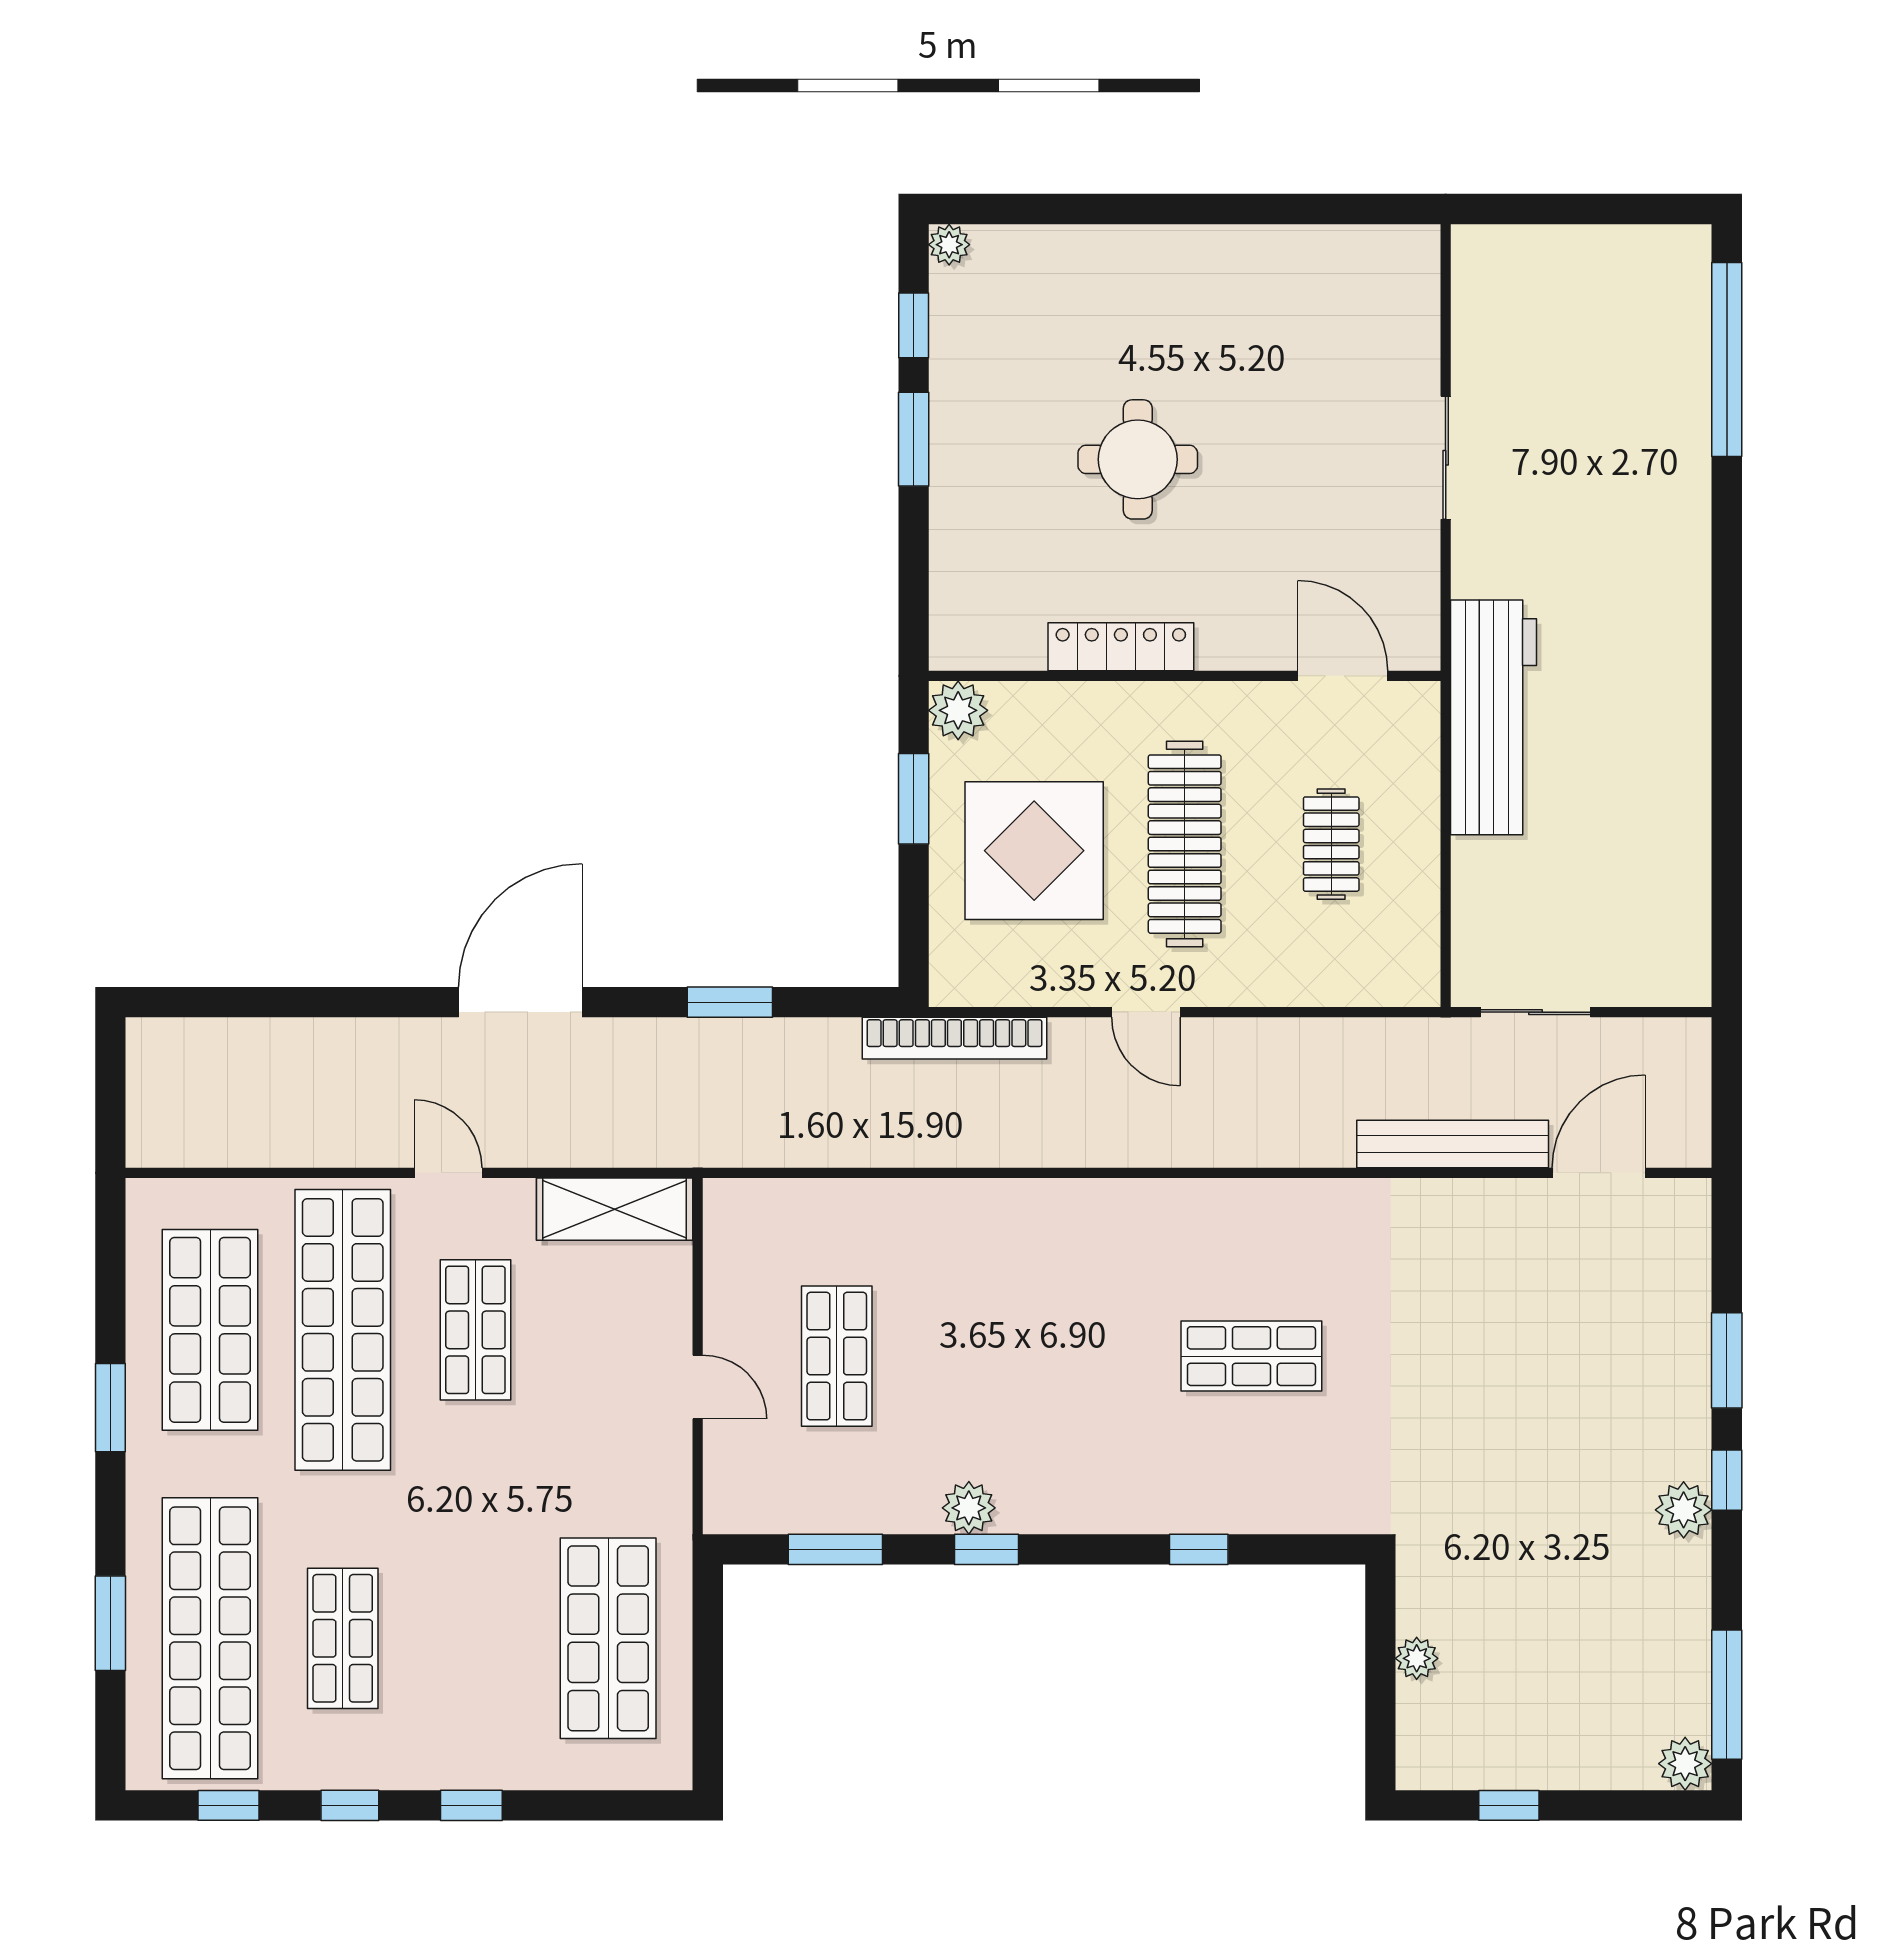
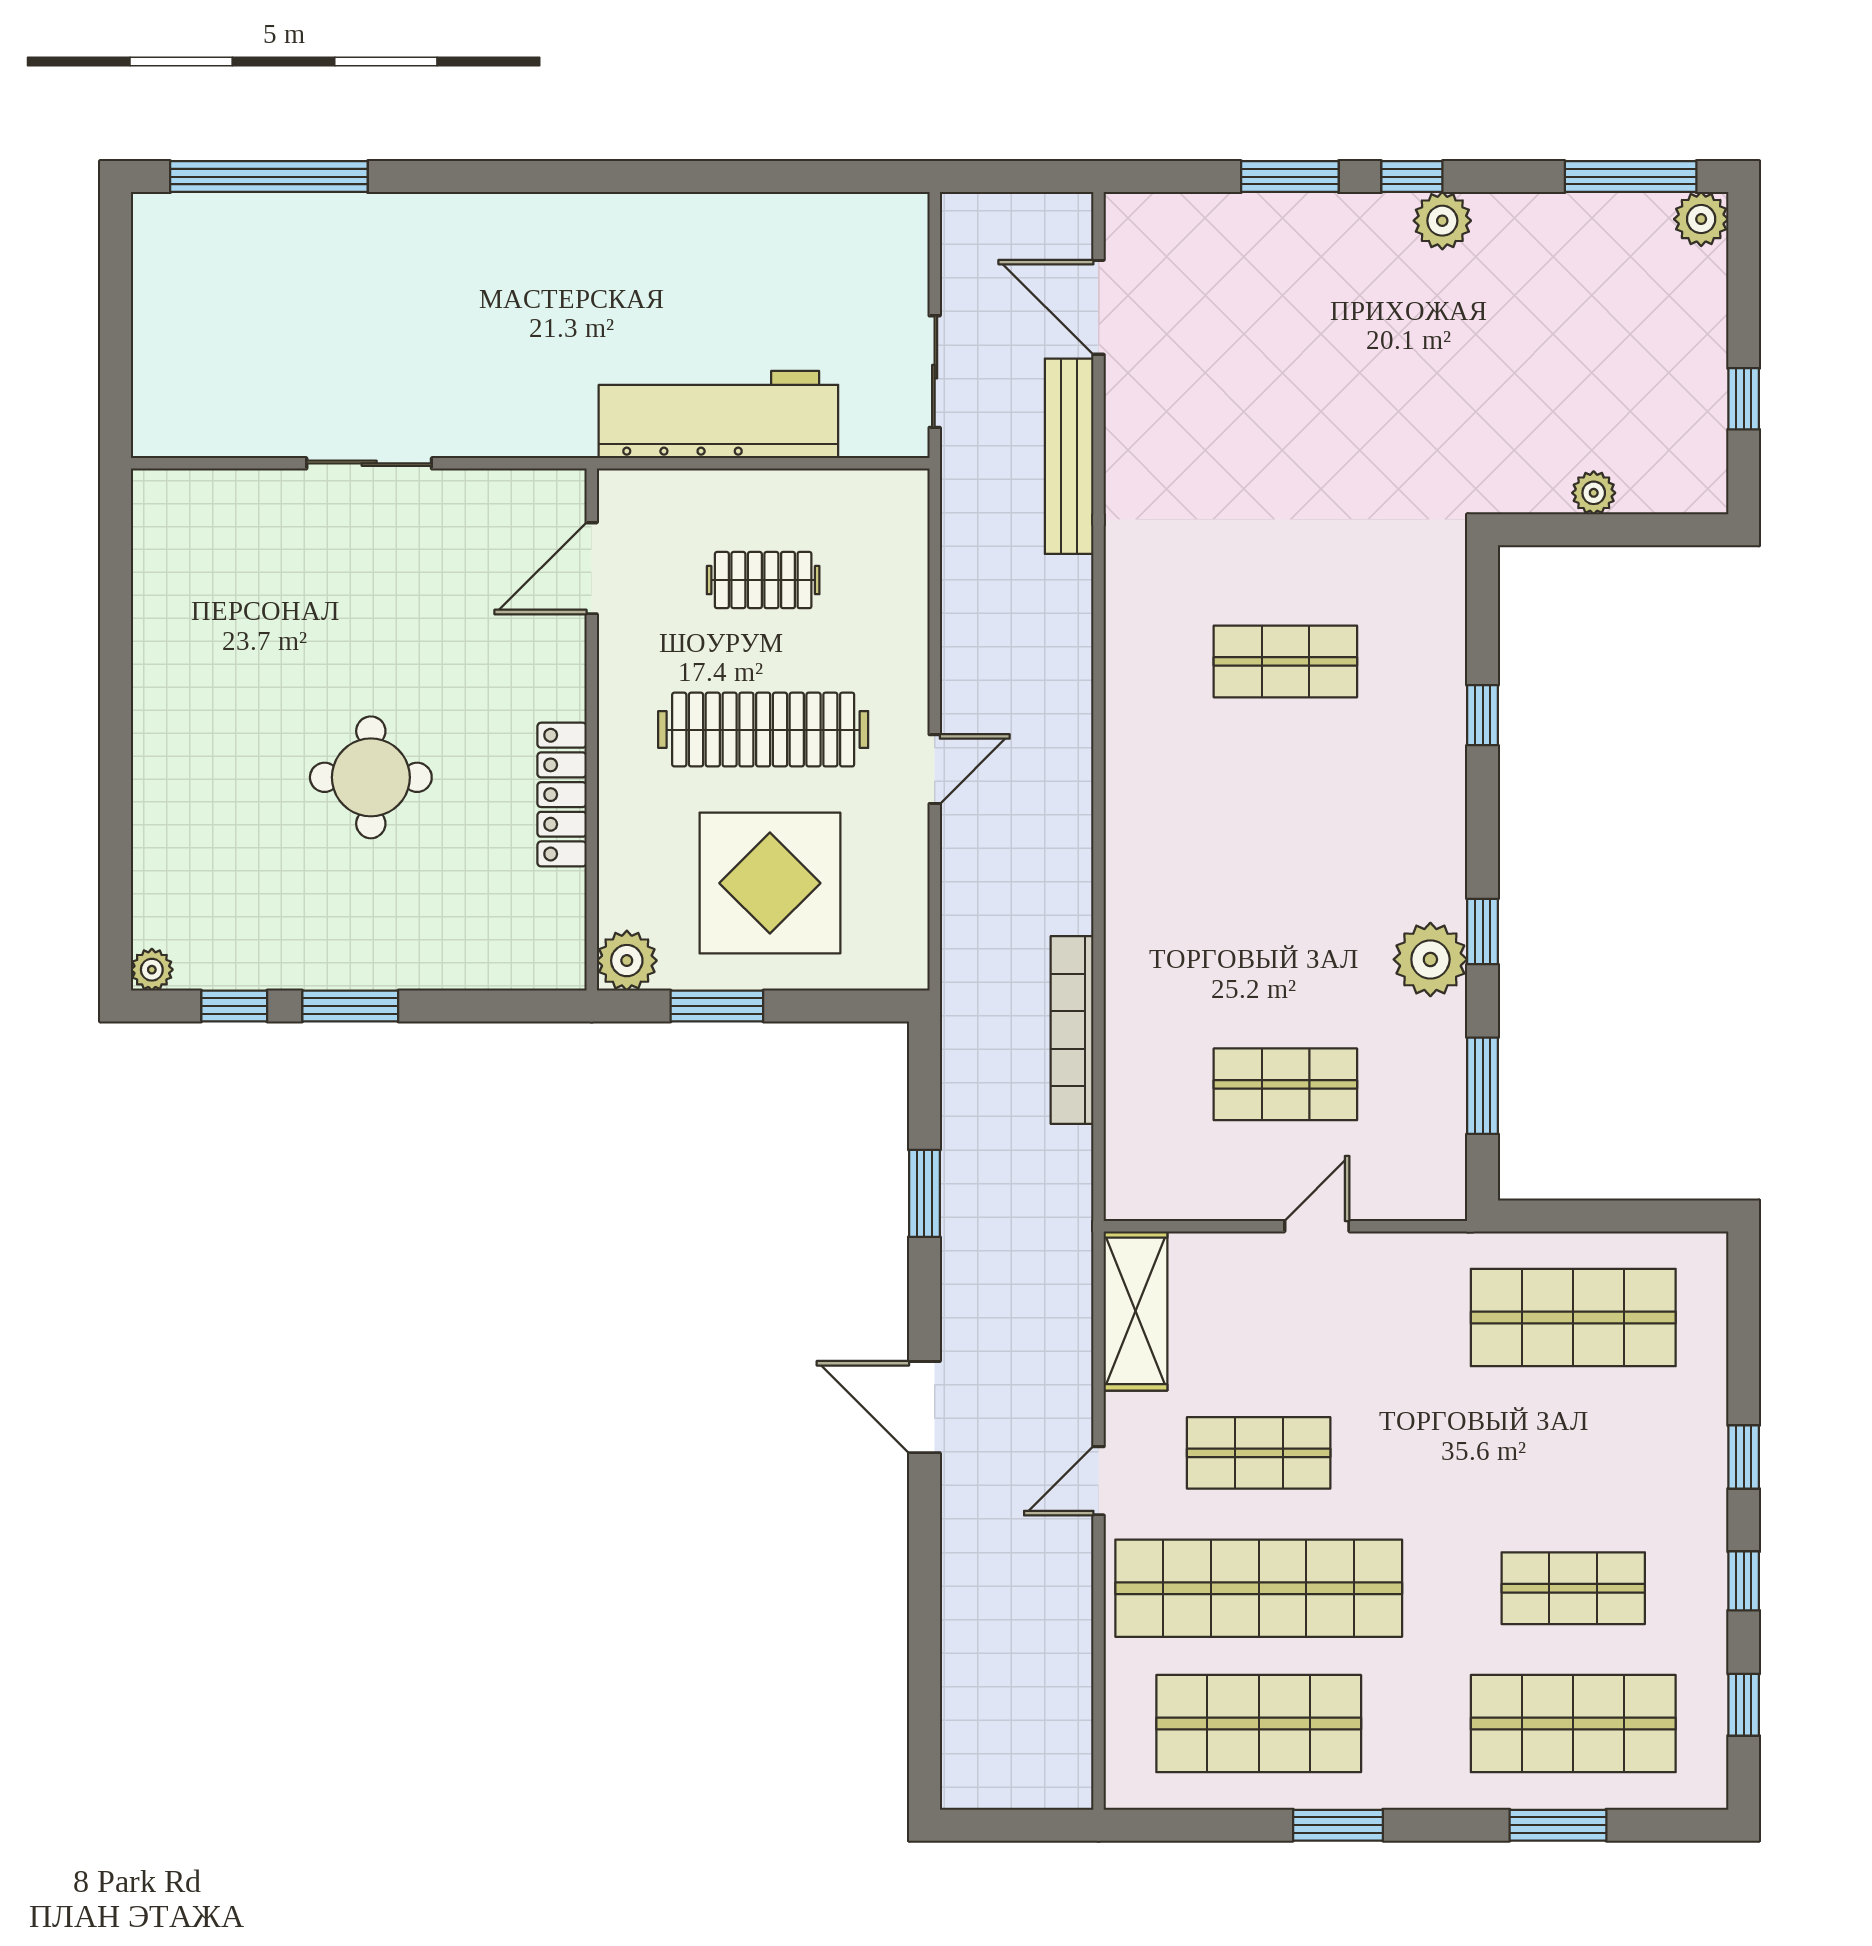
workbench: (1493, 717) -> (718, 414), moved
door: (520, 1002) -> (924, 1407), width x0.73
bookcase: (954, 1038) -> (1072, 1030), moved, turned 180
shop shelf: (1251, 1356) -> (1285, 661), turned 90
plant: (969, 1508) -> (1430, 959), width x1.36, depth x1.36
shop shelf: (210, 1638) -> (1573, 1724), width x0.71

